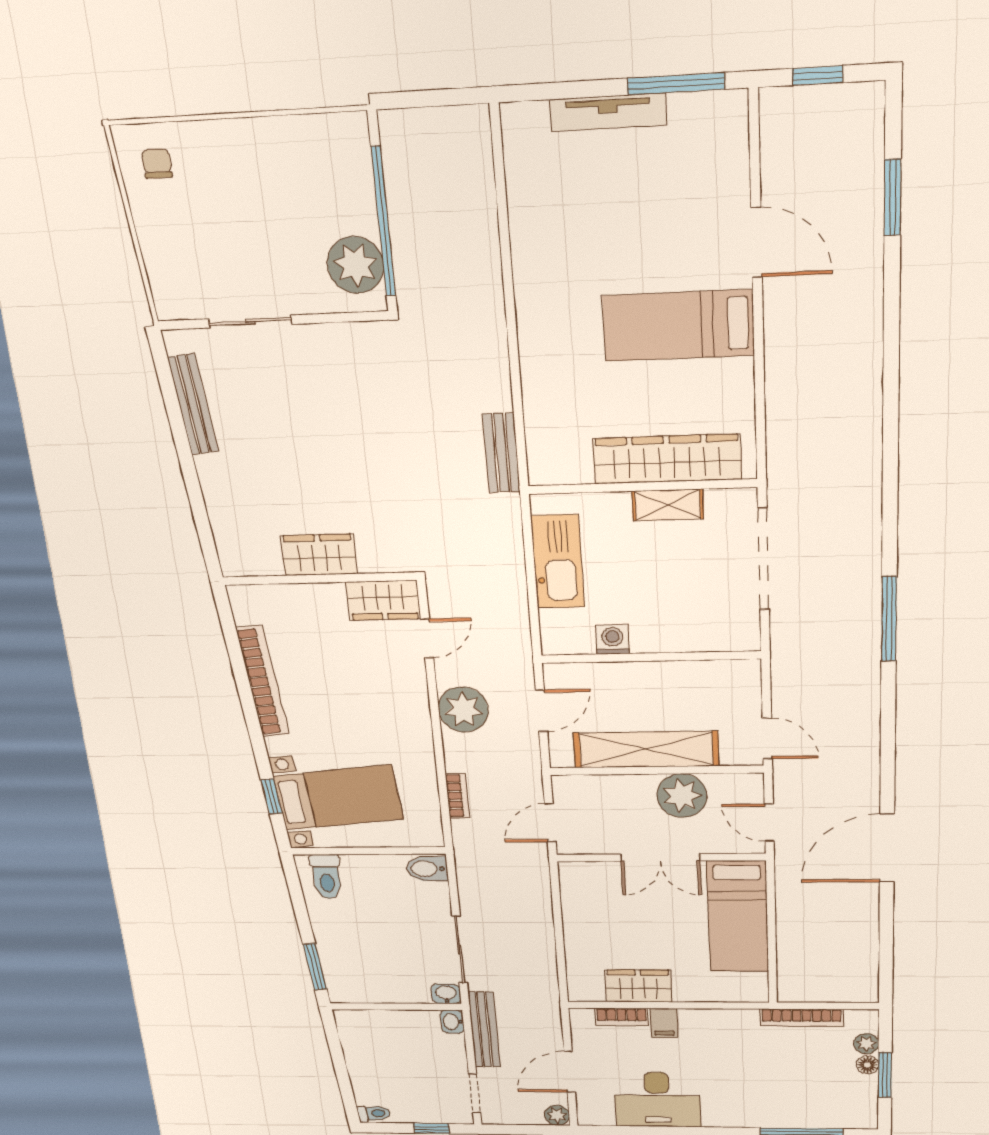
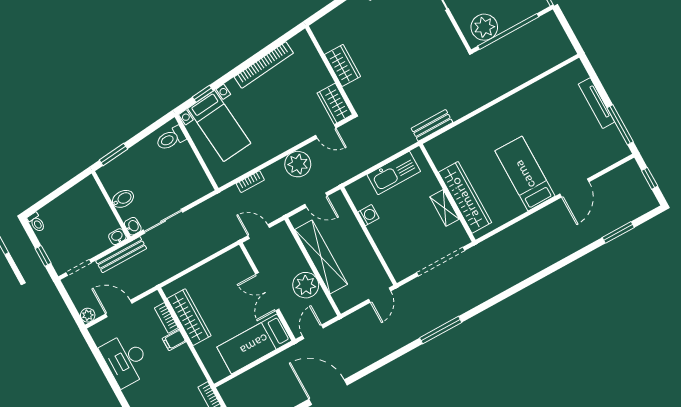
door: (767, 738) -> (380, 295), moved
bidet: (427, 869) -> (123, 199), moved, turned 90
wardrobe: (638, 986) -> (189, 317), width x1.50

